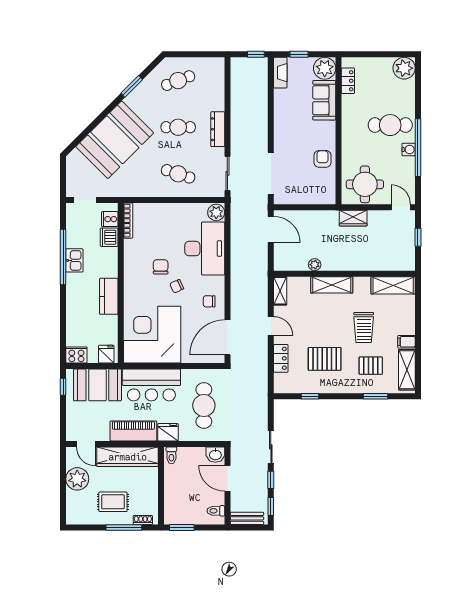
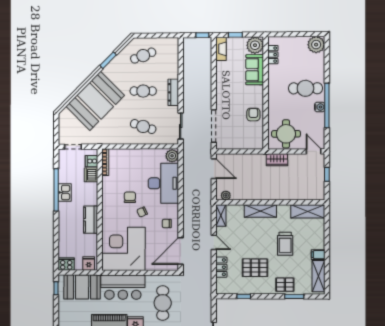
plant: (315, 265) -> (226, 195), moved
pallet: (371, 366) -> (285, 285), moved

